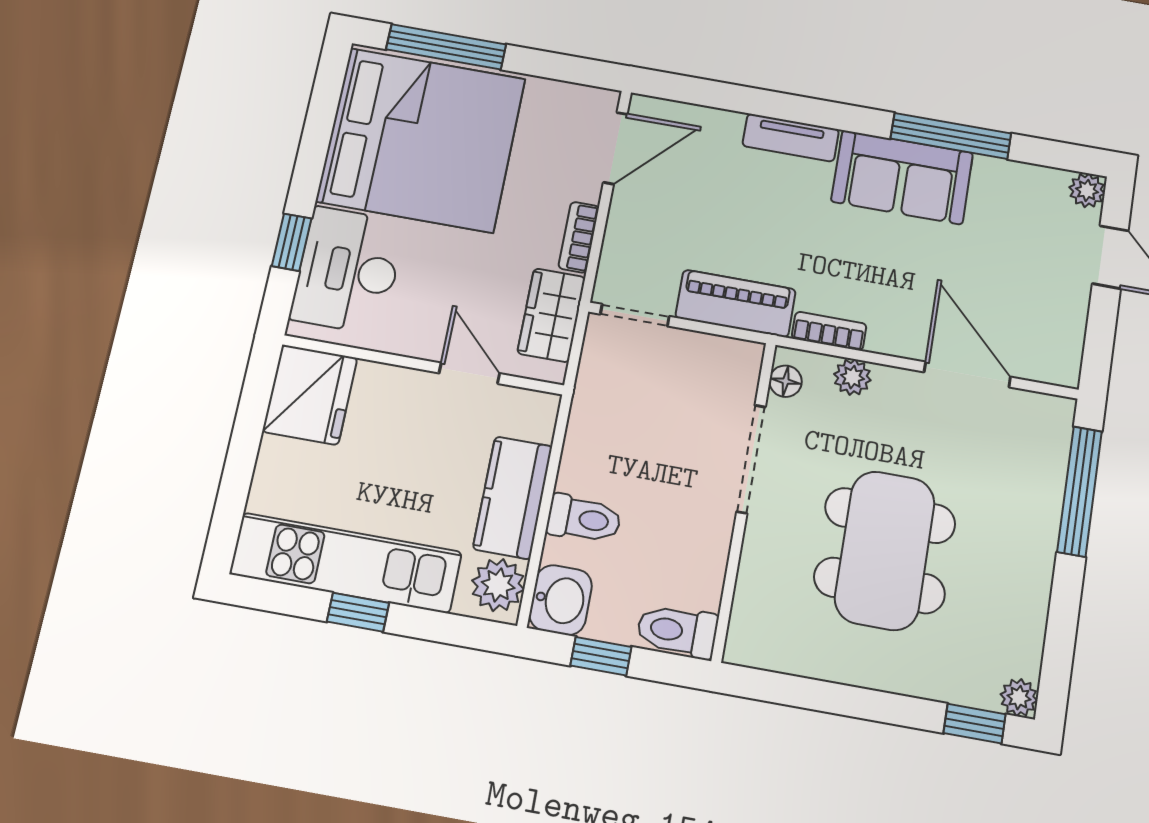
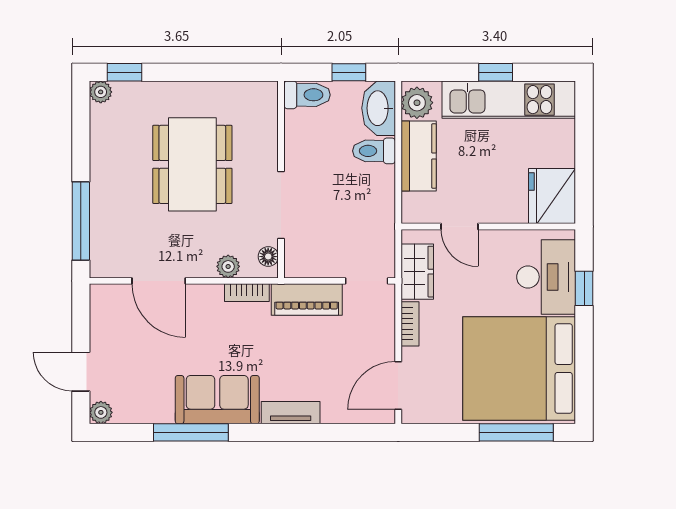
washbasin: (561, 600) -> (379, 108), width x1.38

